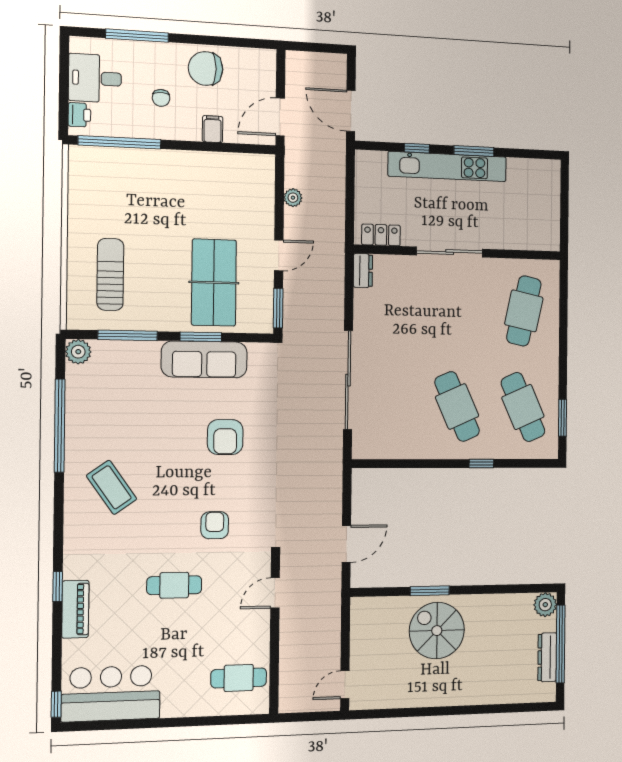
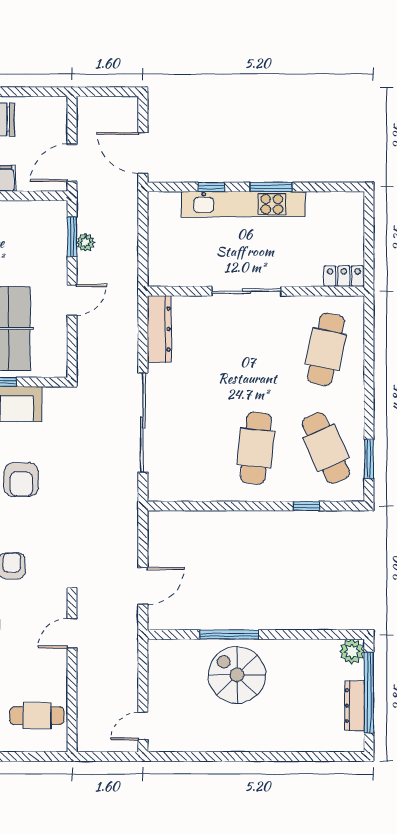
locker: (381, 235) -> (344, 276), moved
dresser: (363, 271) -> (159, 329), width x1.96, depth x1.24
window: (278, 308) -> (72, 237), moved
cafe table: (457, 406) -> (256, 448), turned 30
window: (481, 464) -> (307, 506), moved
window: (430, 591) -> (229, 635), width x1.44

